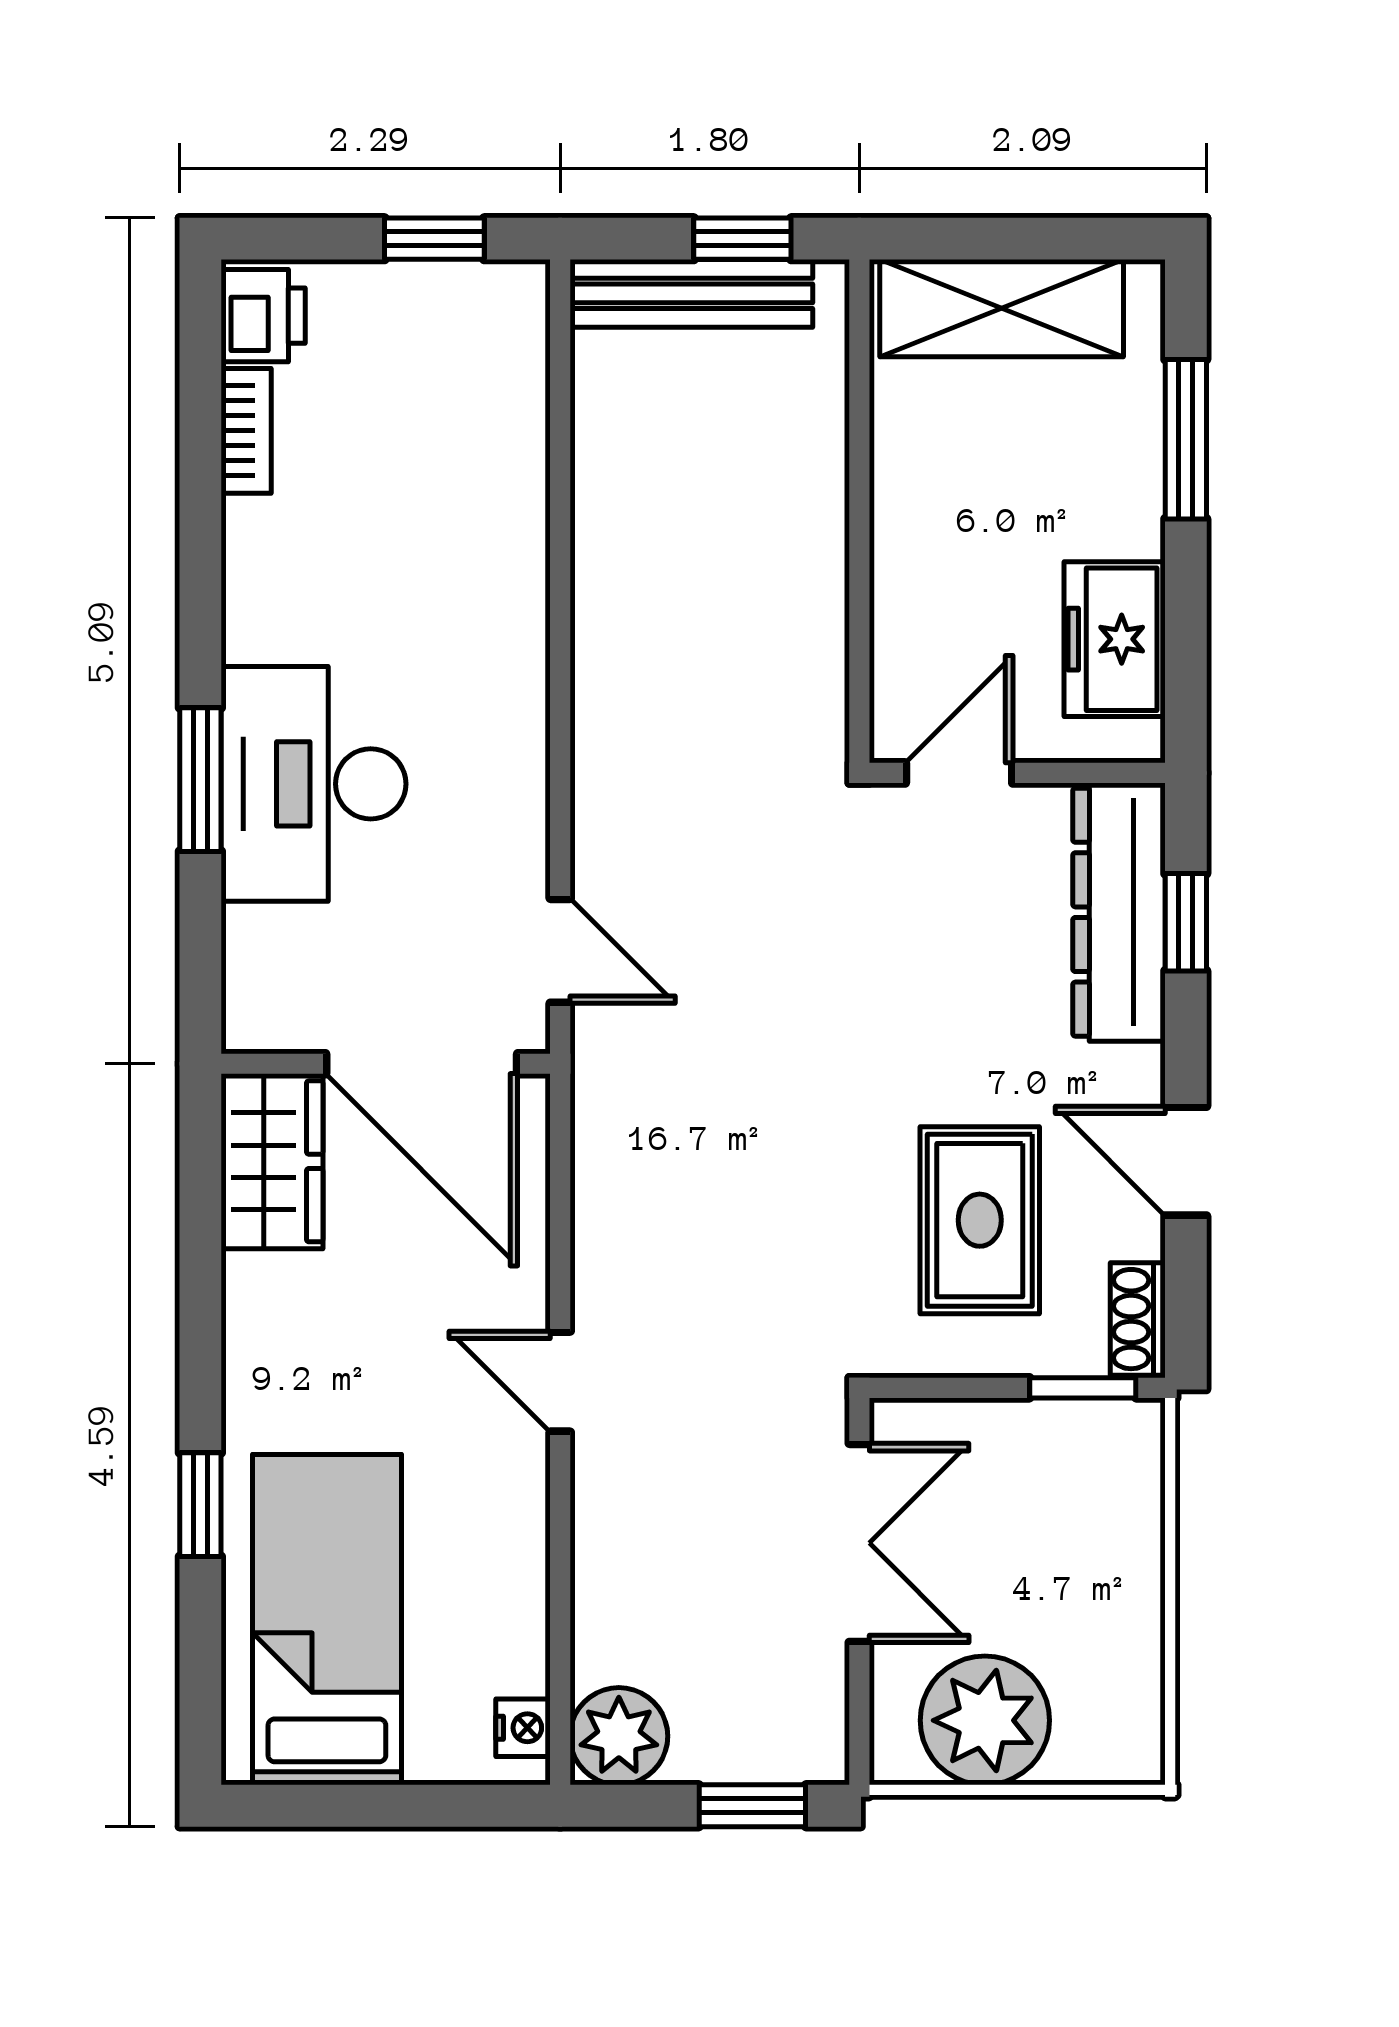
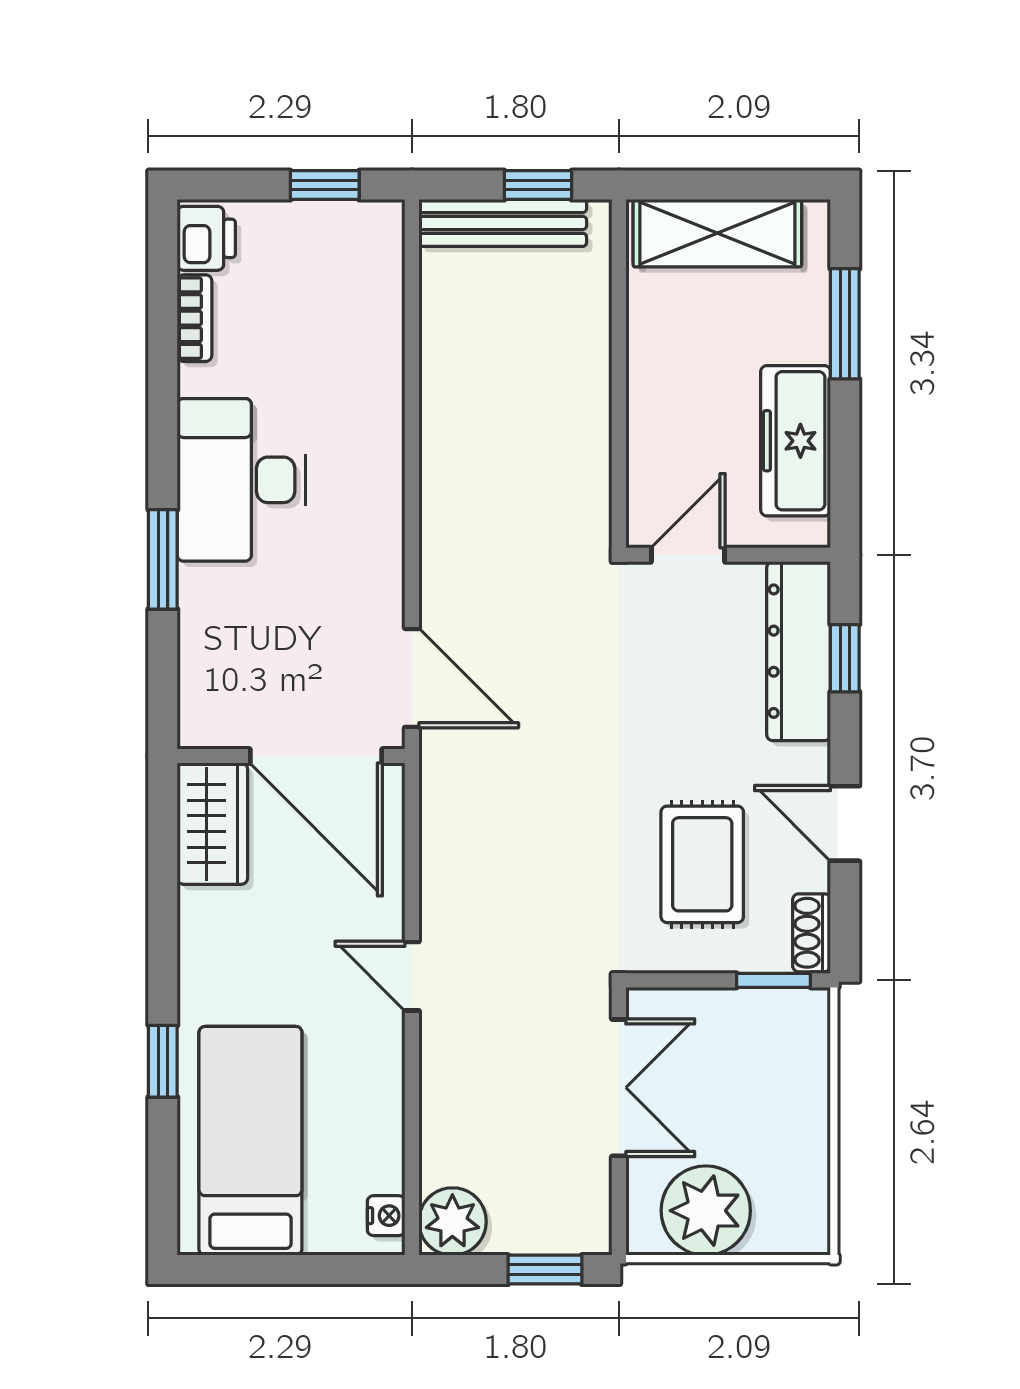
freezer: (1115, 639) -> (796, 441), width x1.40
desk: (313, 784) -> (241, 480), moved
door: (560, 951) -> (412, 678), width x1.37

